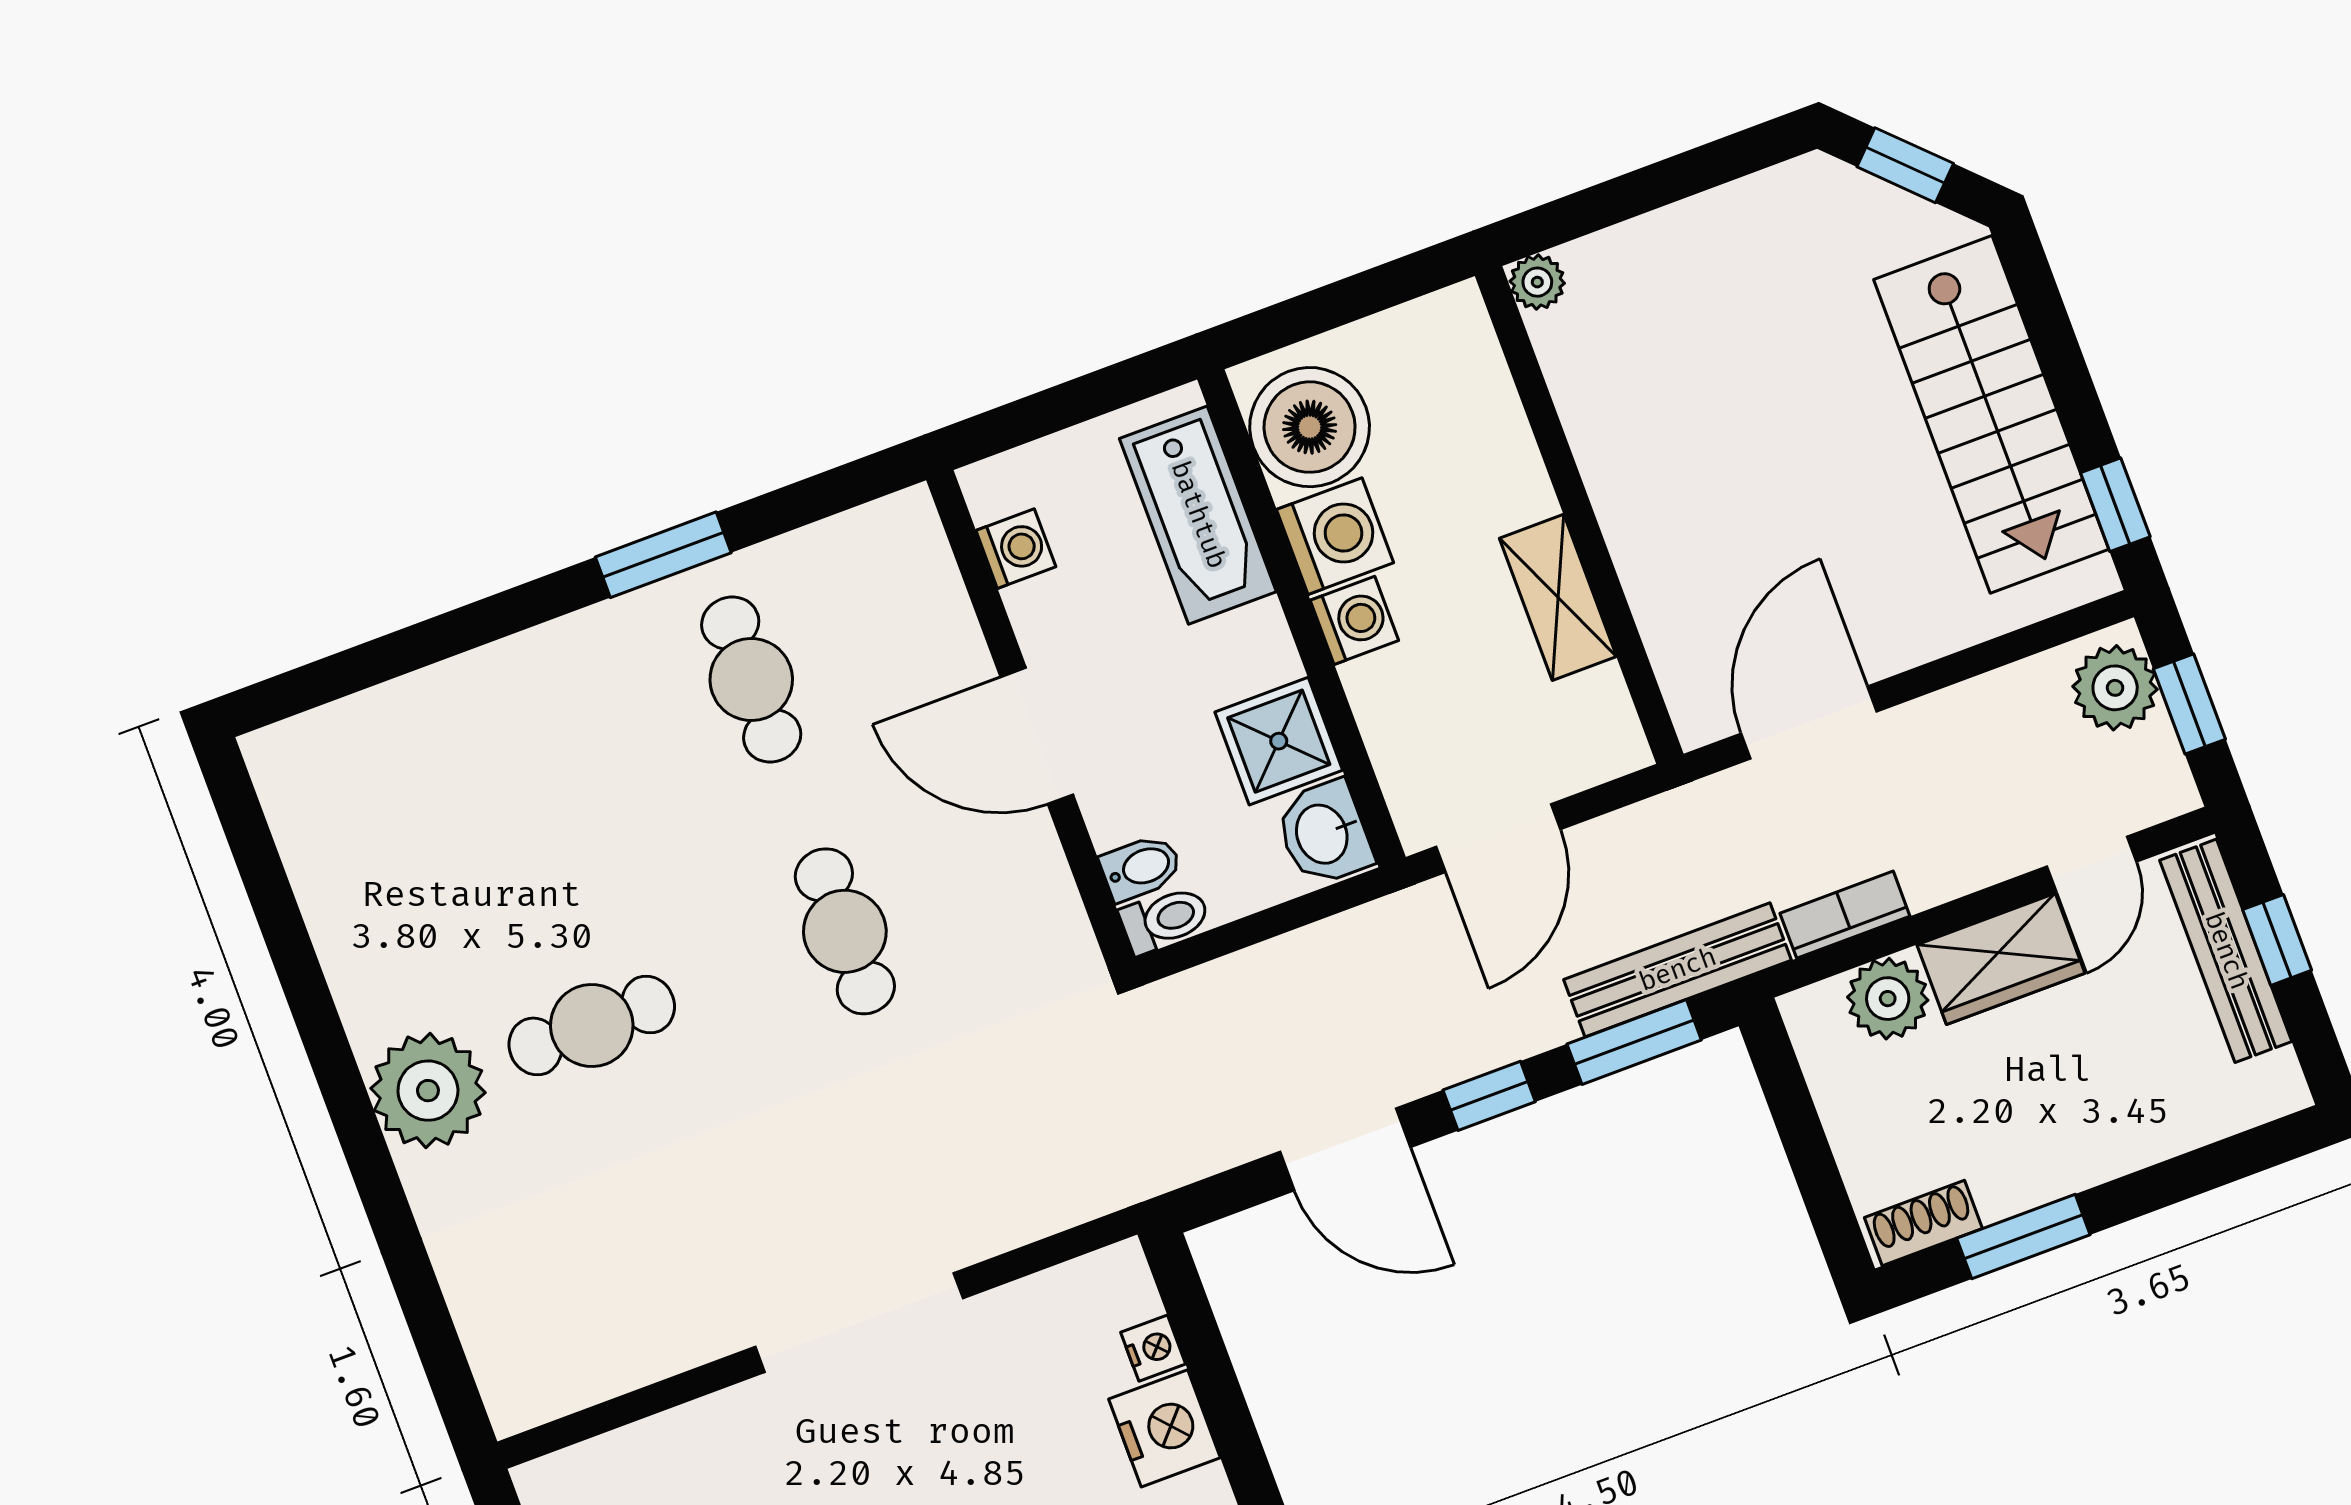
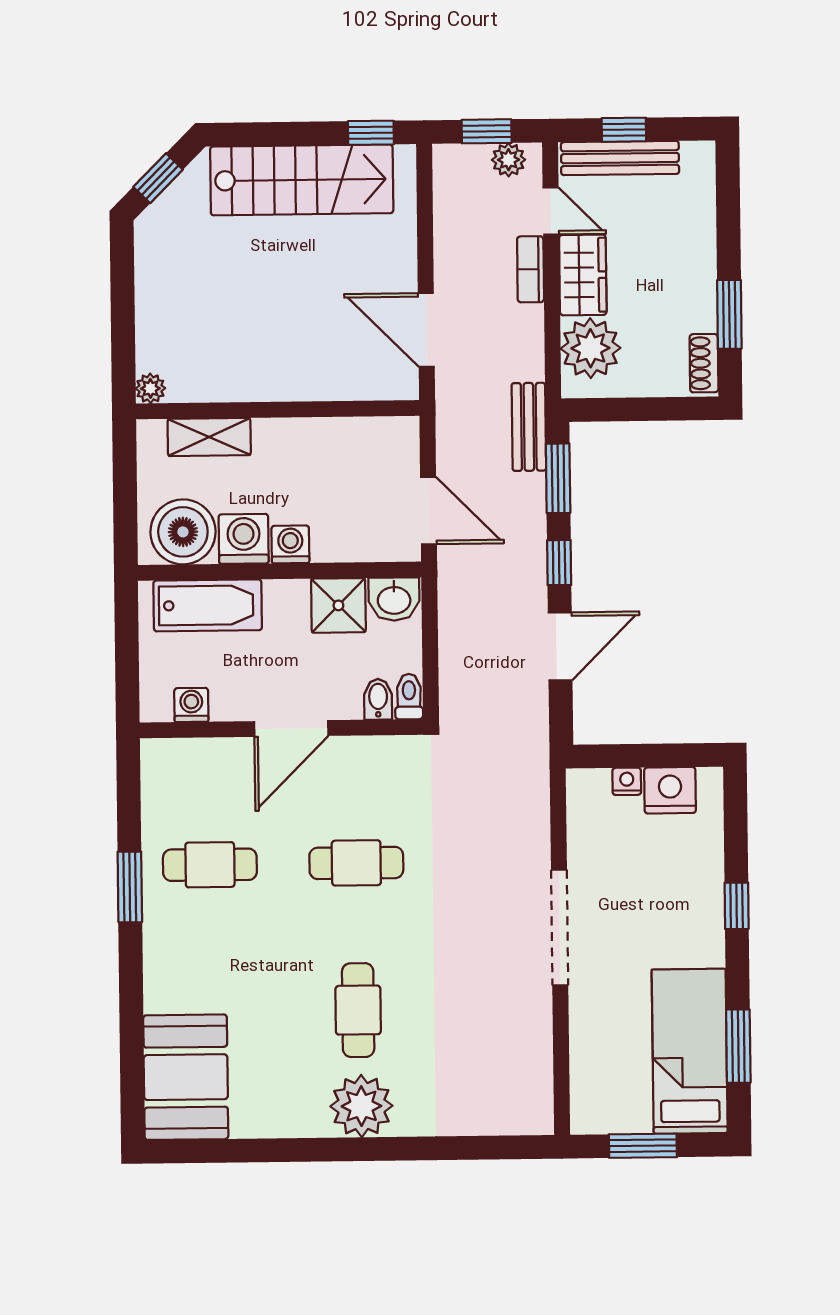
shelving: (1558, 597) -> (209, 437), moved
plant: (2115, 688) -> (509, 160), moved, width x0.73, depth x0.73
booth: (369, 769) -> (186, 1077), added
bookcase: (1845, 915) -> (531, 269), moved
bench: (1678, 970) -> (529, 427), width x0.73
plant: (1888, 999) -> (590, 348), width x1.36, depth x1.36

